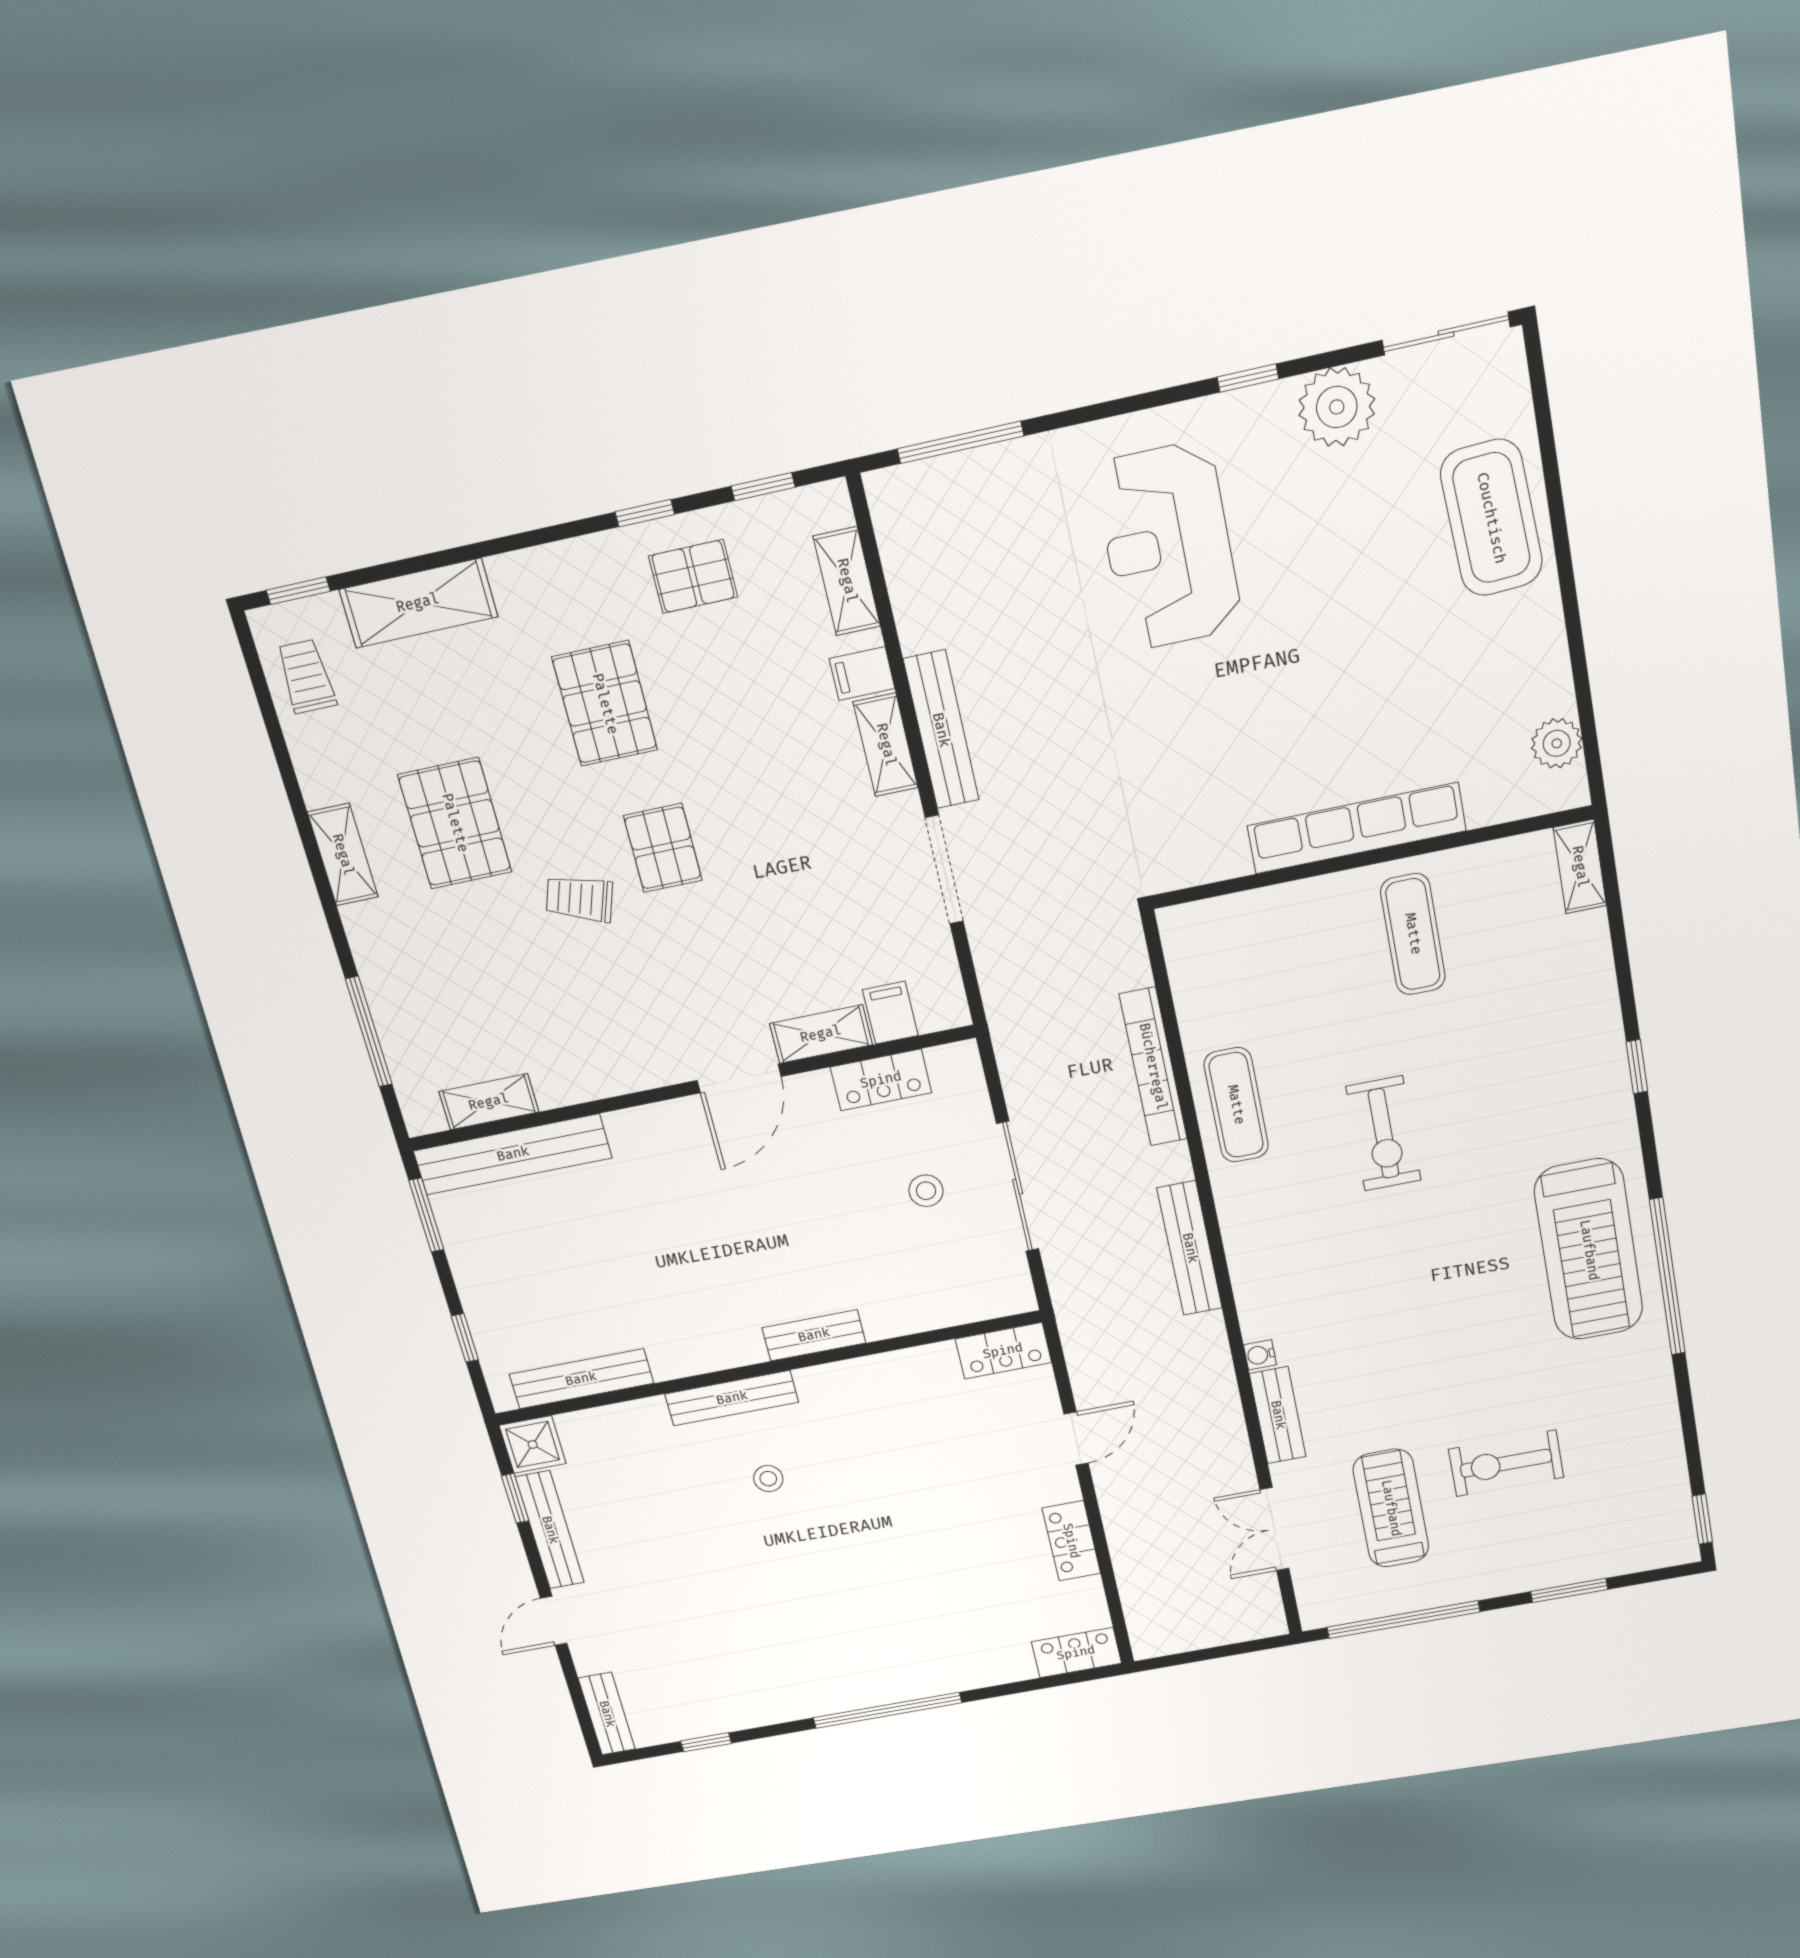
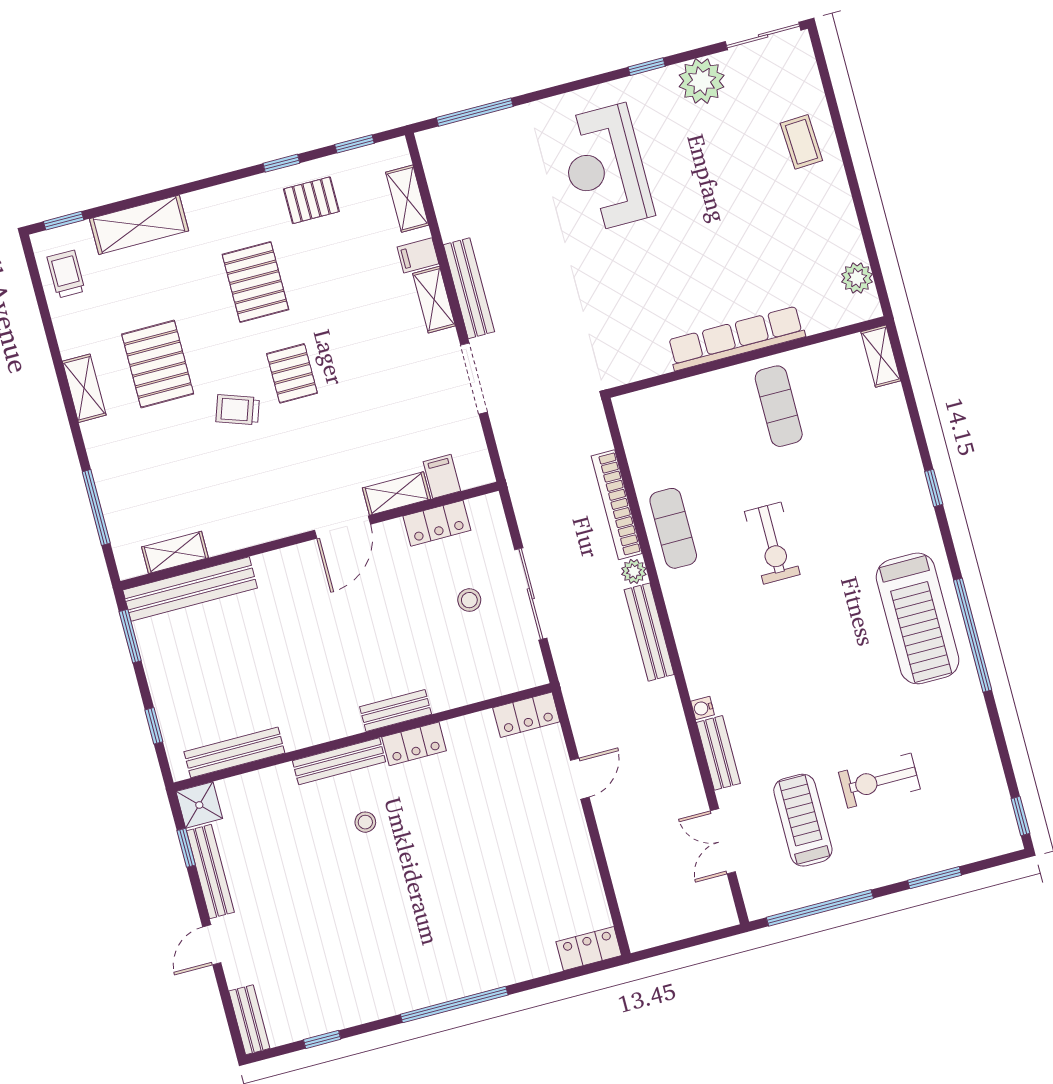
coffee table: (1491, 518) -> (801, 142), width x0.54, depth x0.58
plant: (1173, 1163) -> (634, 571), added
locker: (1071, 1541) -> (414, 744), moved, turned -90

